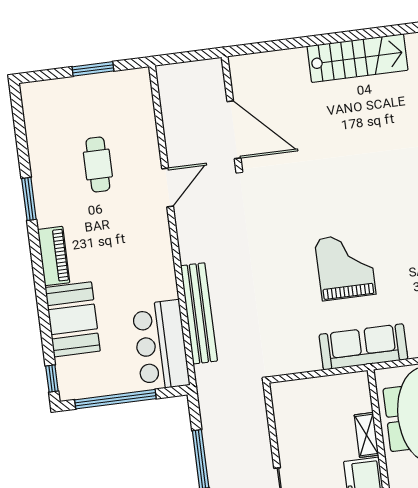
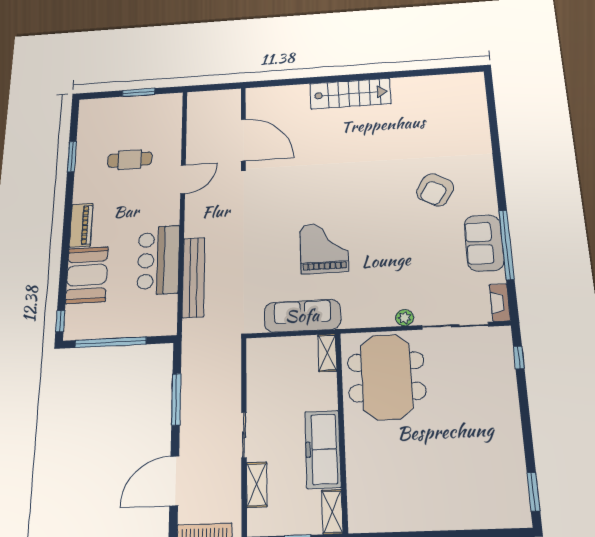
cafe table: (98, 164) -> (130, 160), turned 90
window: (29, 199) -> (72, 157), moved
bar counter: (161, 345) -> (158, 260), moved
sofa: (363, 347) -> (302, 316), moved
shelving: (366, 435) -> (327, 353), moved

